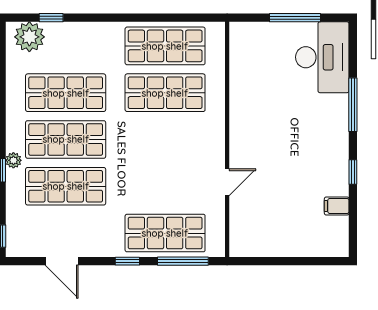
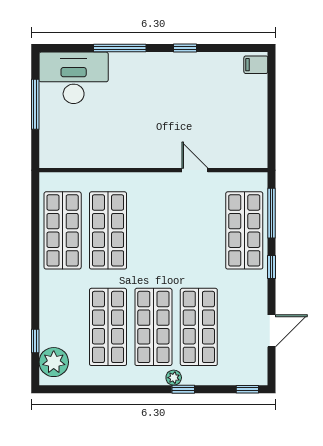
filing cabinet: (337, 206) -> (256, 65), moved, turned 90

